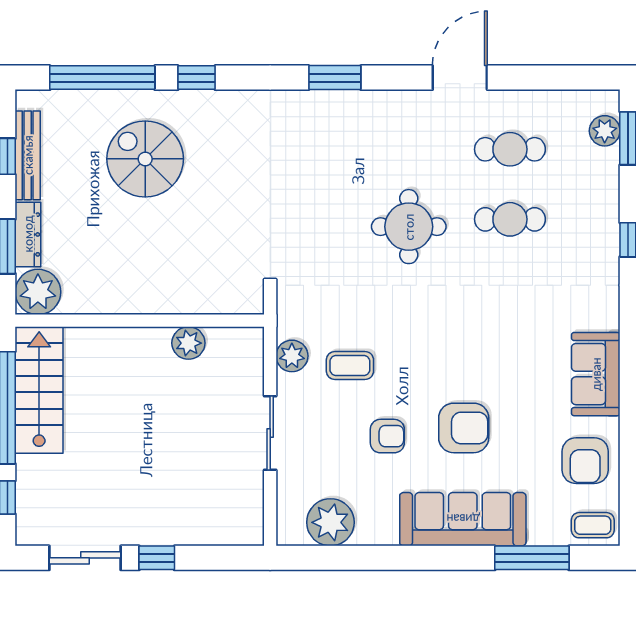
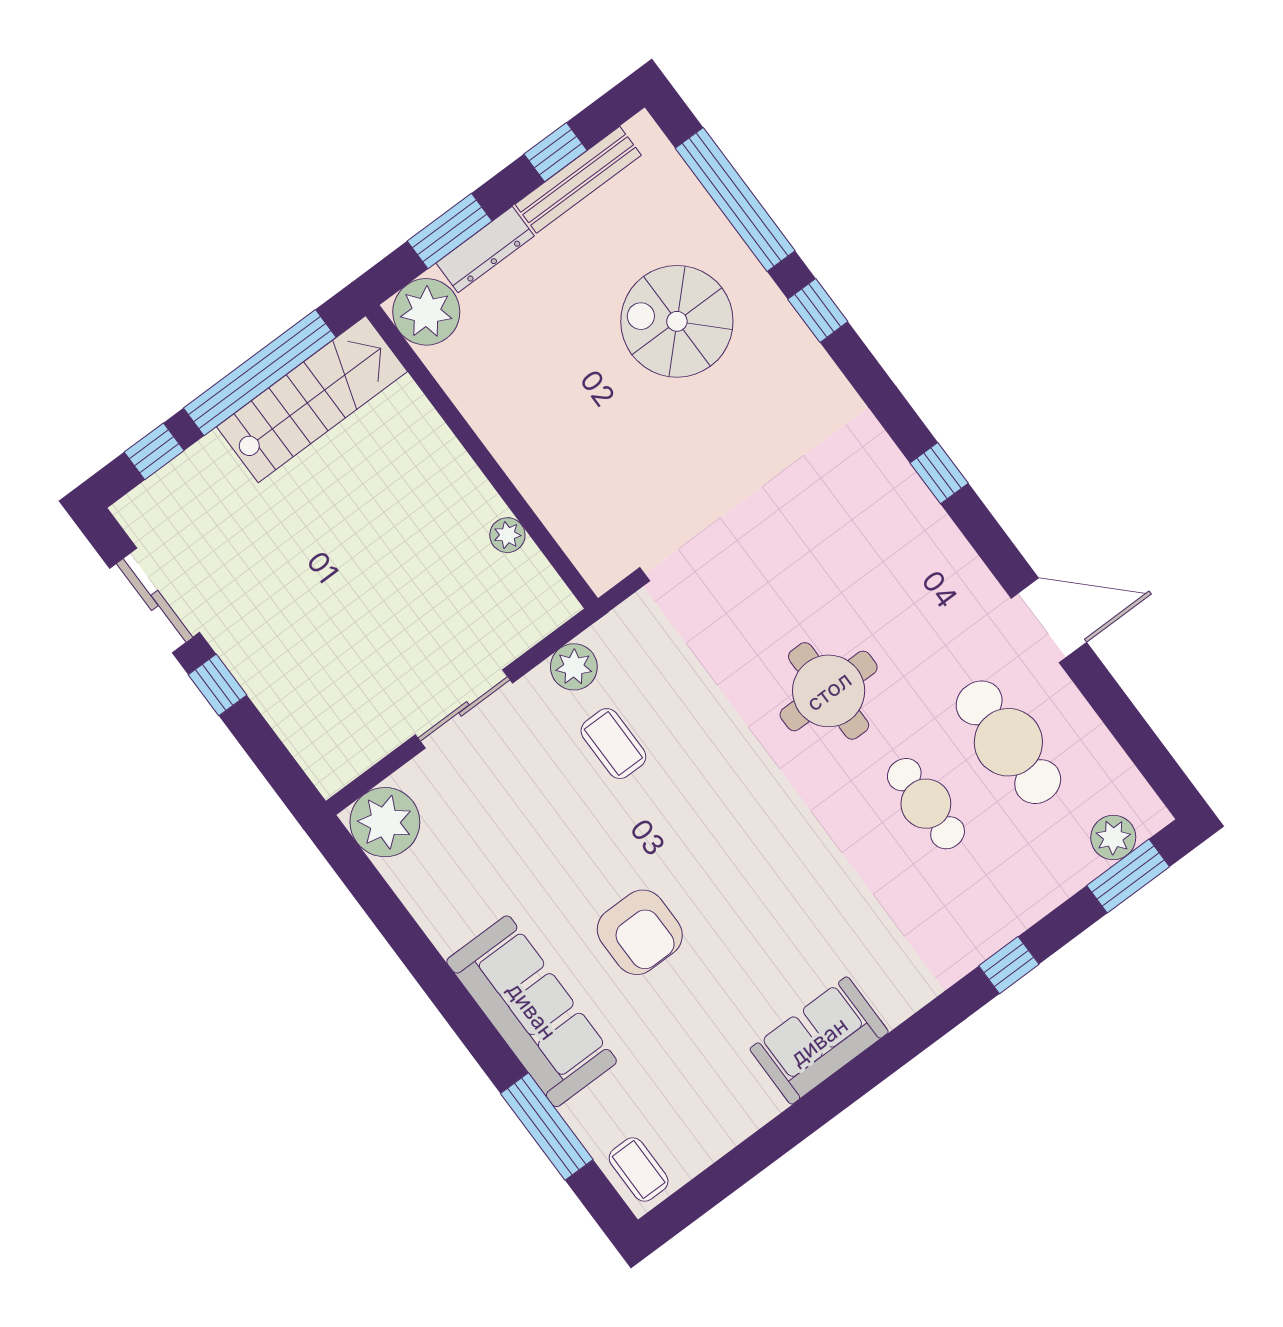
window: (335, 78) -> (939, 473), width x0.67
cafe table: (510, 149) -> (1008, 742), width x1.37, depth x1.35
spiral stairs: (145, 159) -> (677, 321), turned -90
plant: (188, 343) -> (507, 535), width x0.73, depth x0.73
armchair: (387, 436) -> (563, 850), removed
armchair: (585, 461) -> (708, 1104), removed
plant: (330, 522) -> (385, 822), moved

